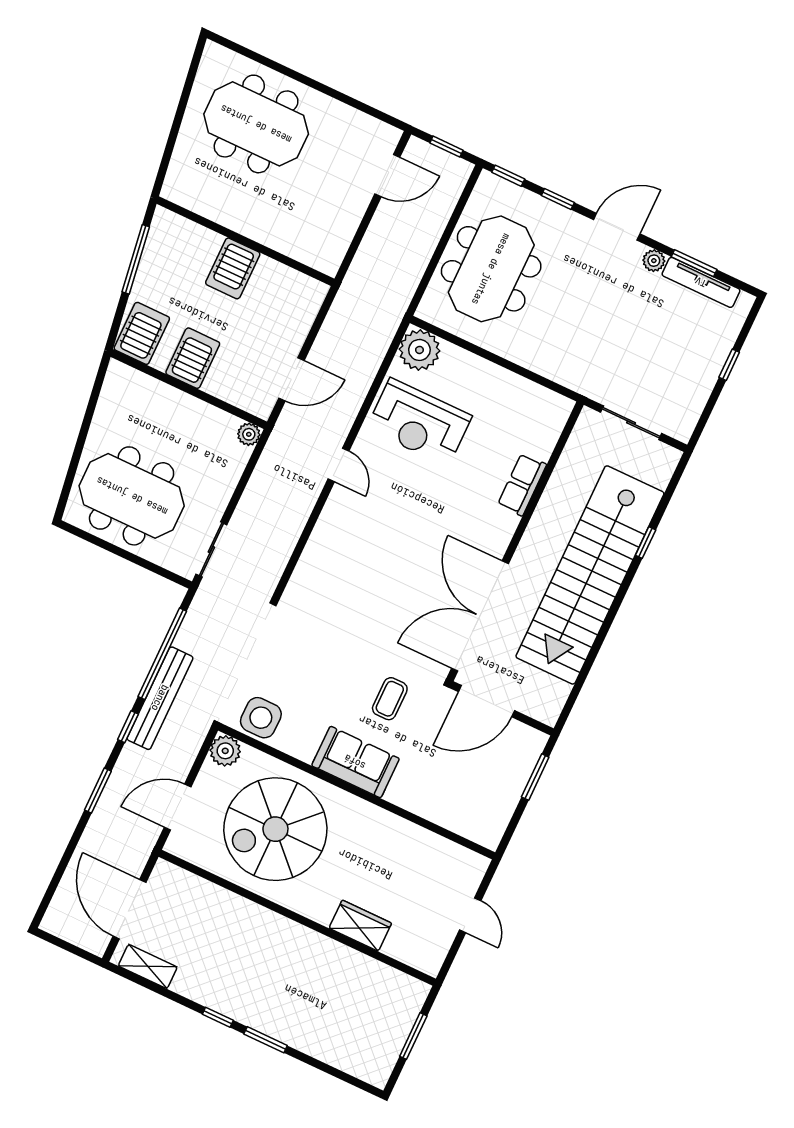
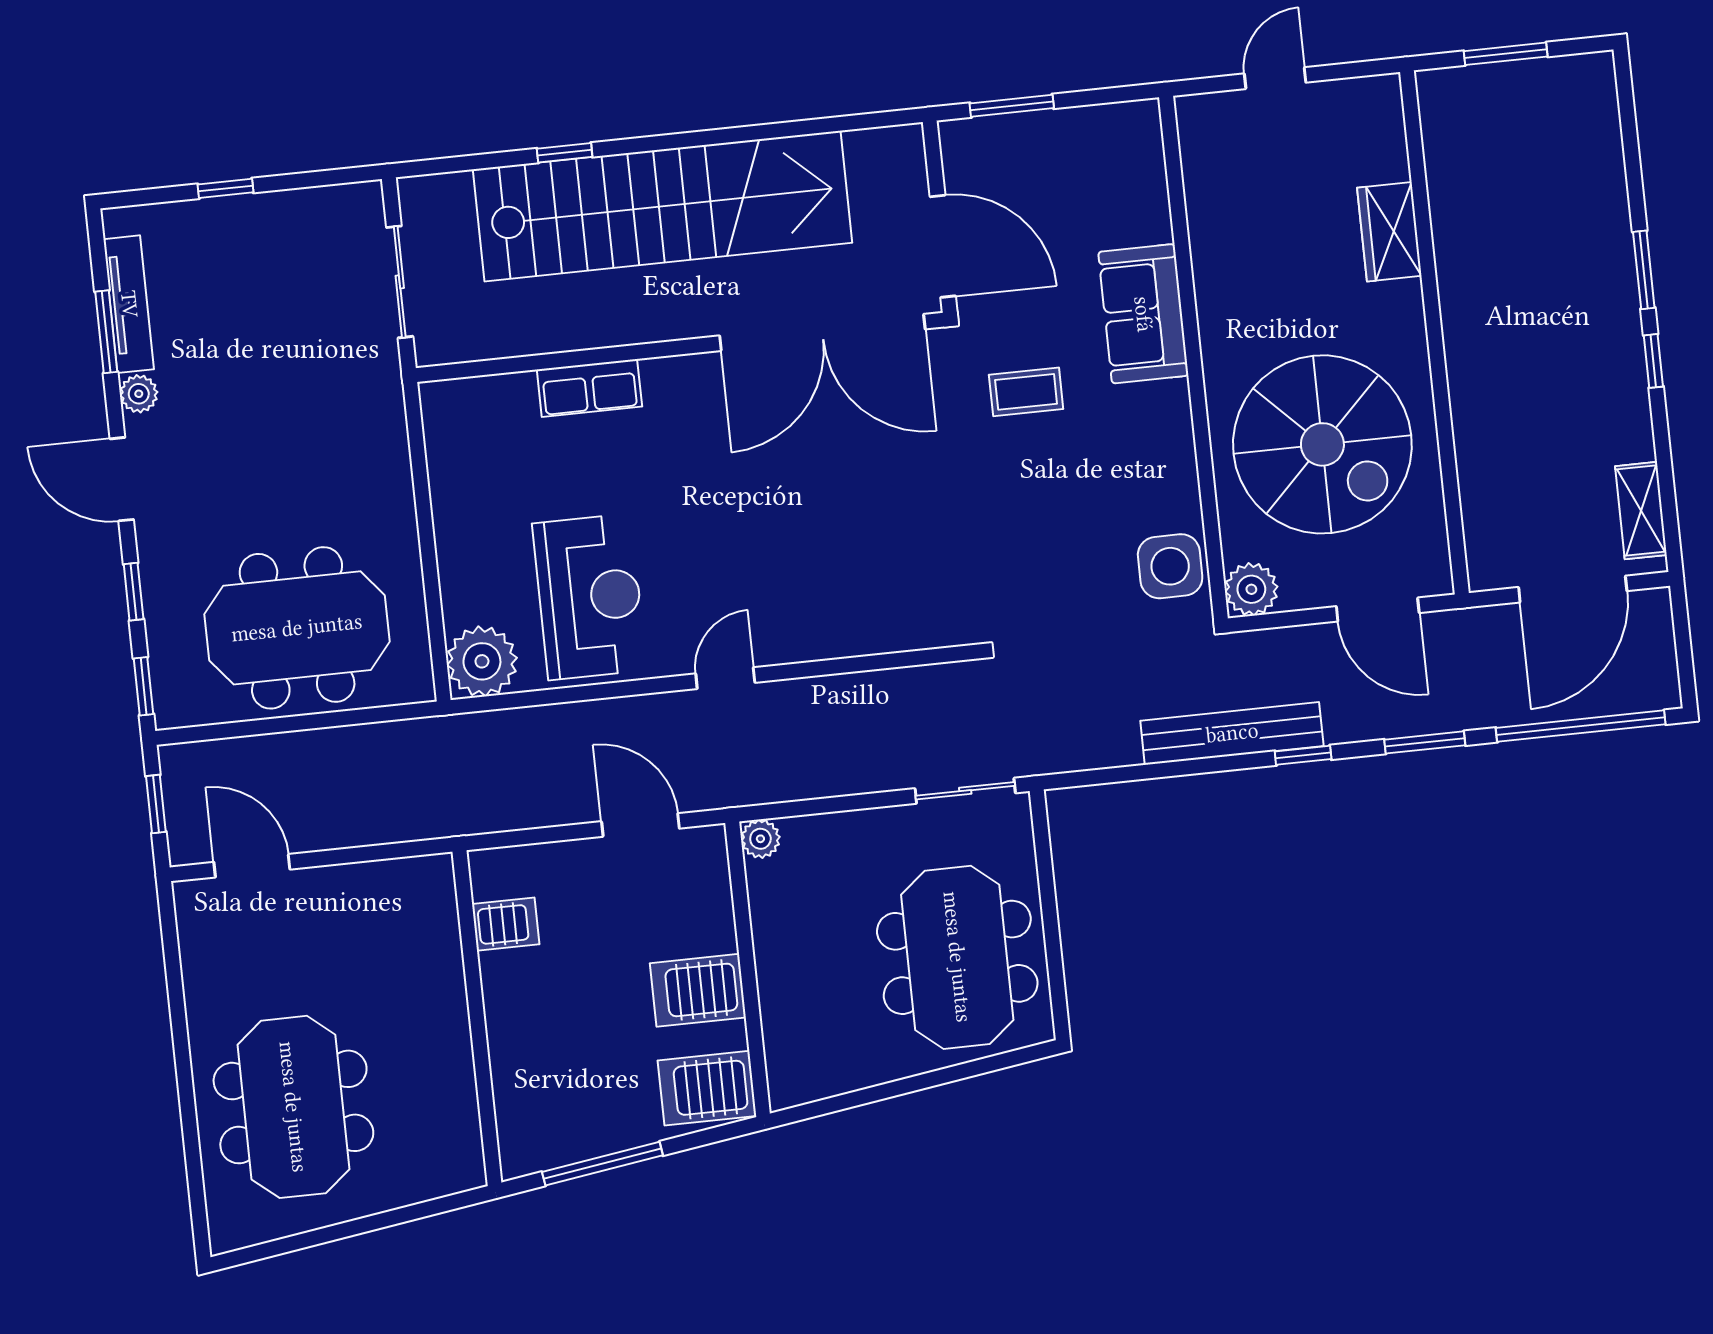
server rack: (233, 268) -> (506, 924), moved, width x0.73, depth x0.70
window: (162, 654) -> (1581, 726), moved
sofa: (355, 762) -> (1143, 314), moved

